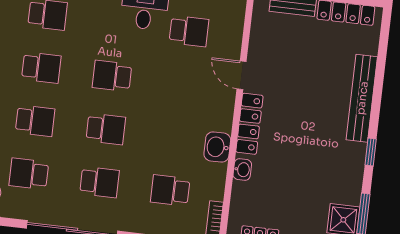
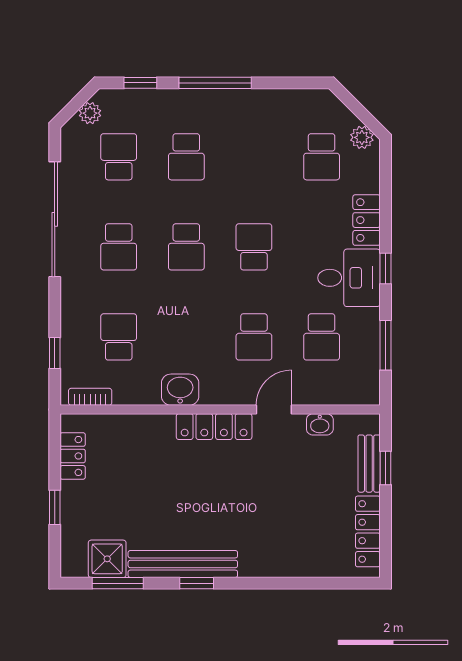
school desk: (41, 68) -> (254, 337), moved
bench: (362, 98) -> (183, 564), moved
washbasin: (242, 170) -> (320, 424), moved

